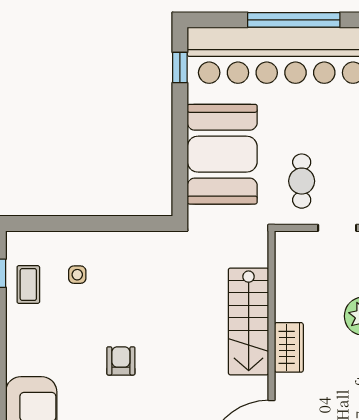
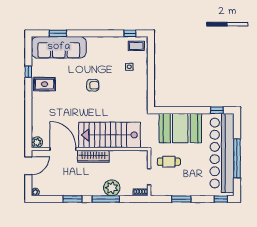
coffee table: (28, 285) -> (136, 46), moved
stairs: (249, 321) -> (109, 135), width x1.36, depth x1.51
wardrobe: (289, 347) -> (93, 156), width x1.50

